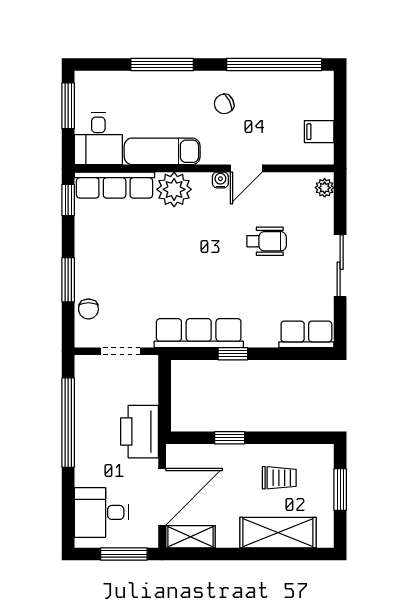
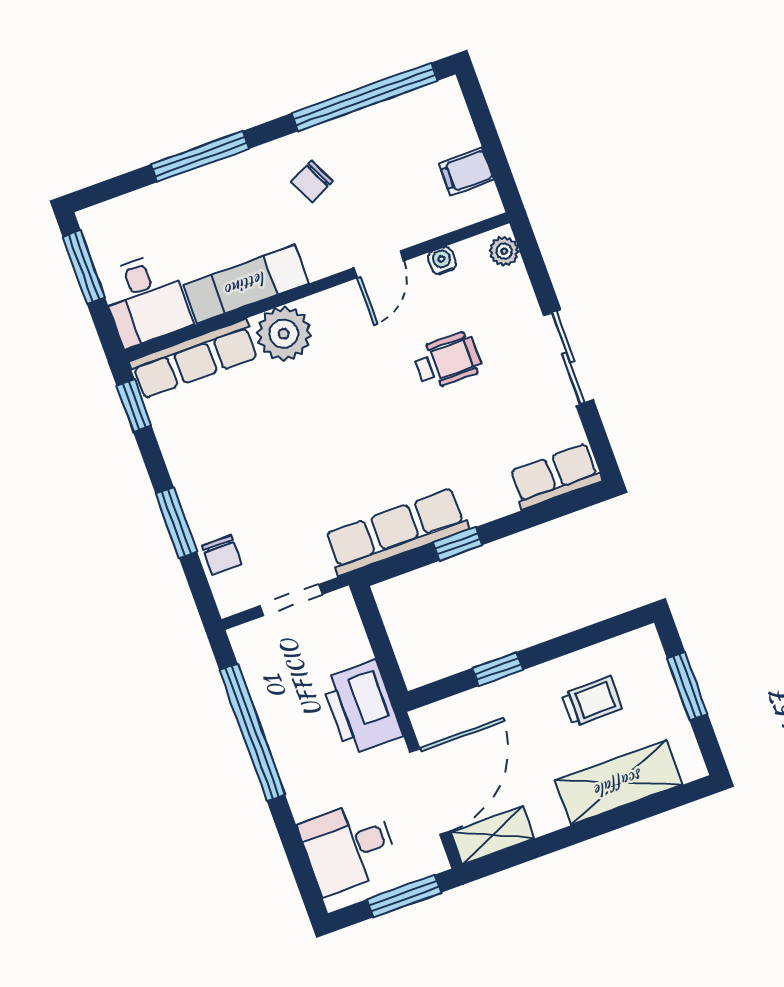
water cooler: (220, 180) -> (442, 261), moved

